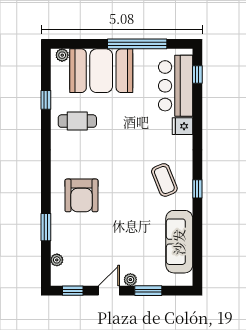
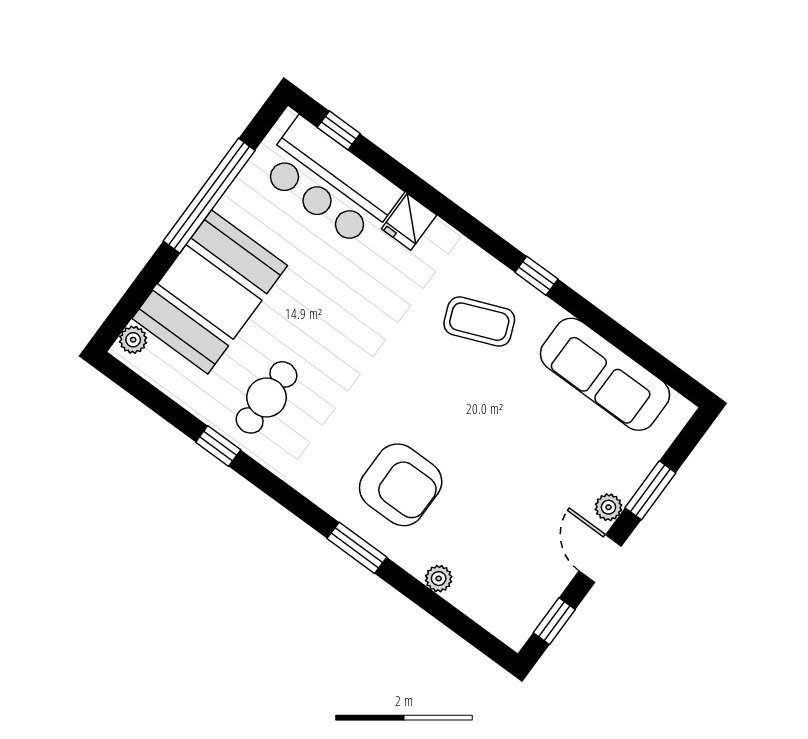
window: (46, 100) -> (218, 446), moved
window: (46, 227) -> (357, 548), moved
plant: (57, 260) -> (439, 579), moved

